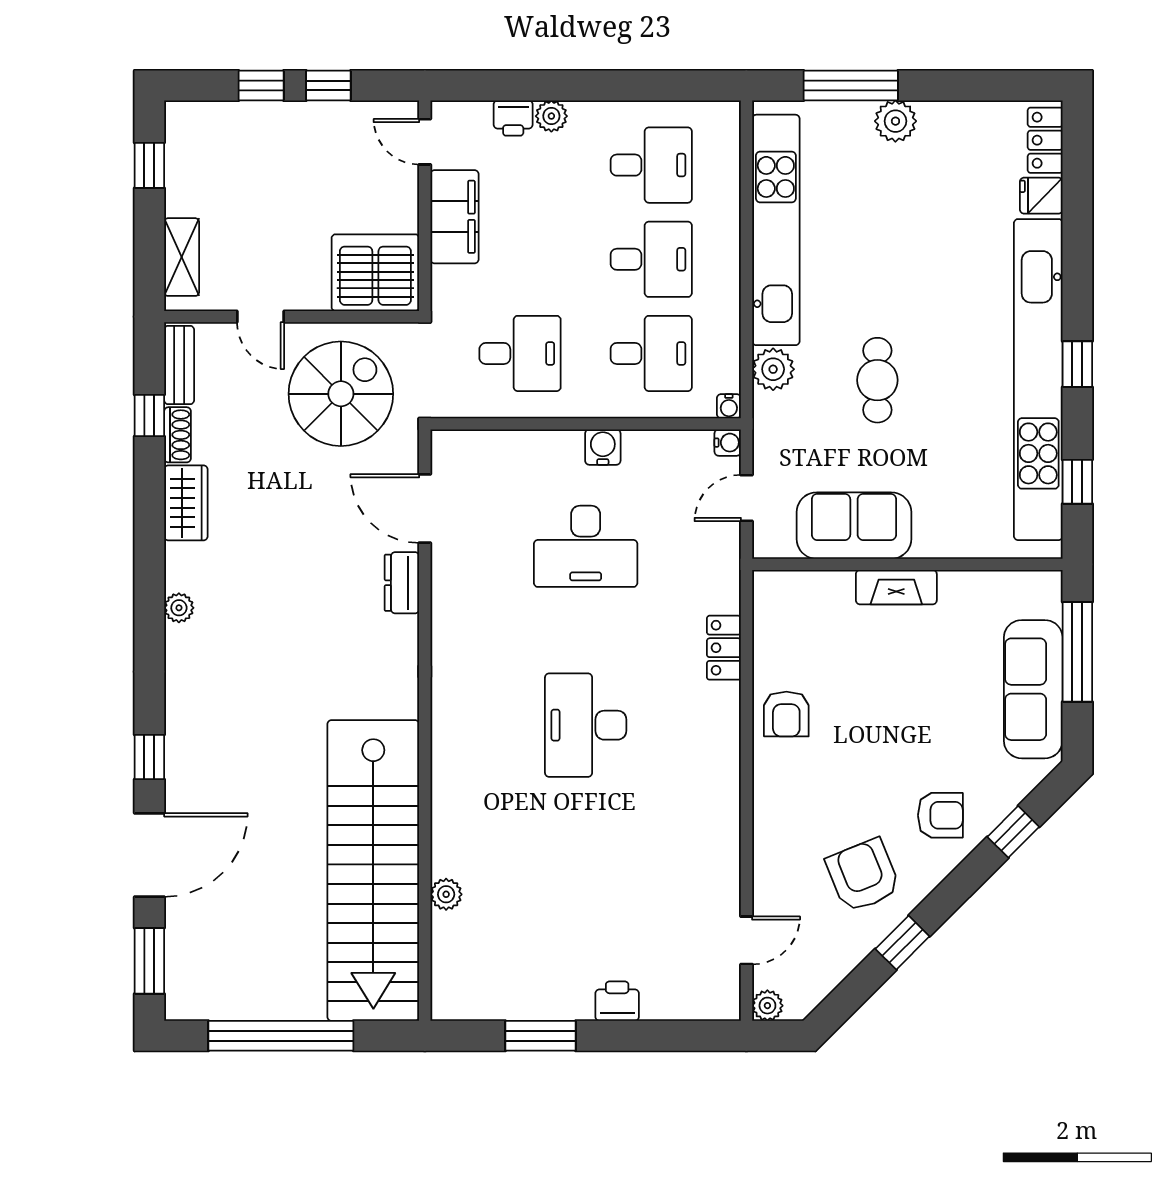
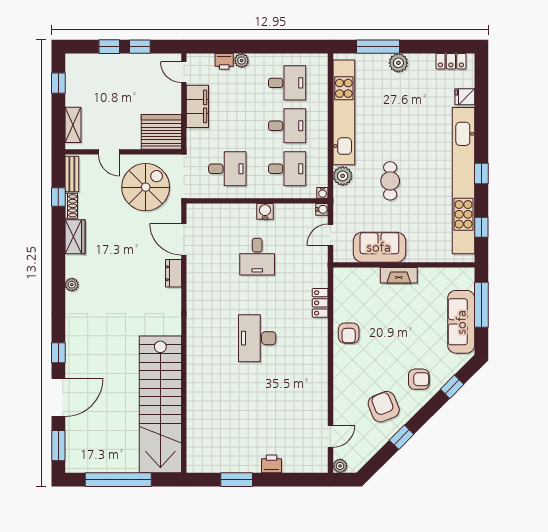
locker: (1045, 140) -> (451, 61), moved, turned -90
desk: (586, 546) -> (257, 257), width x0.73
plant: (446, 894) -> (194, 415), removed

